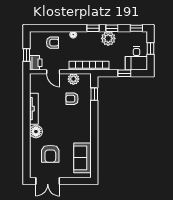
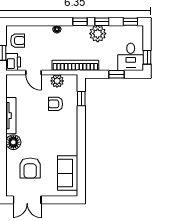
armchair: (53, 43) -> (18, 41), moved
window: (151, 49) -> (147, 57), moved

